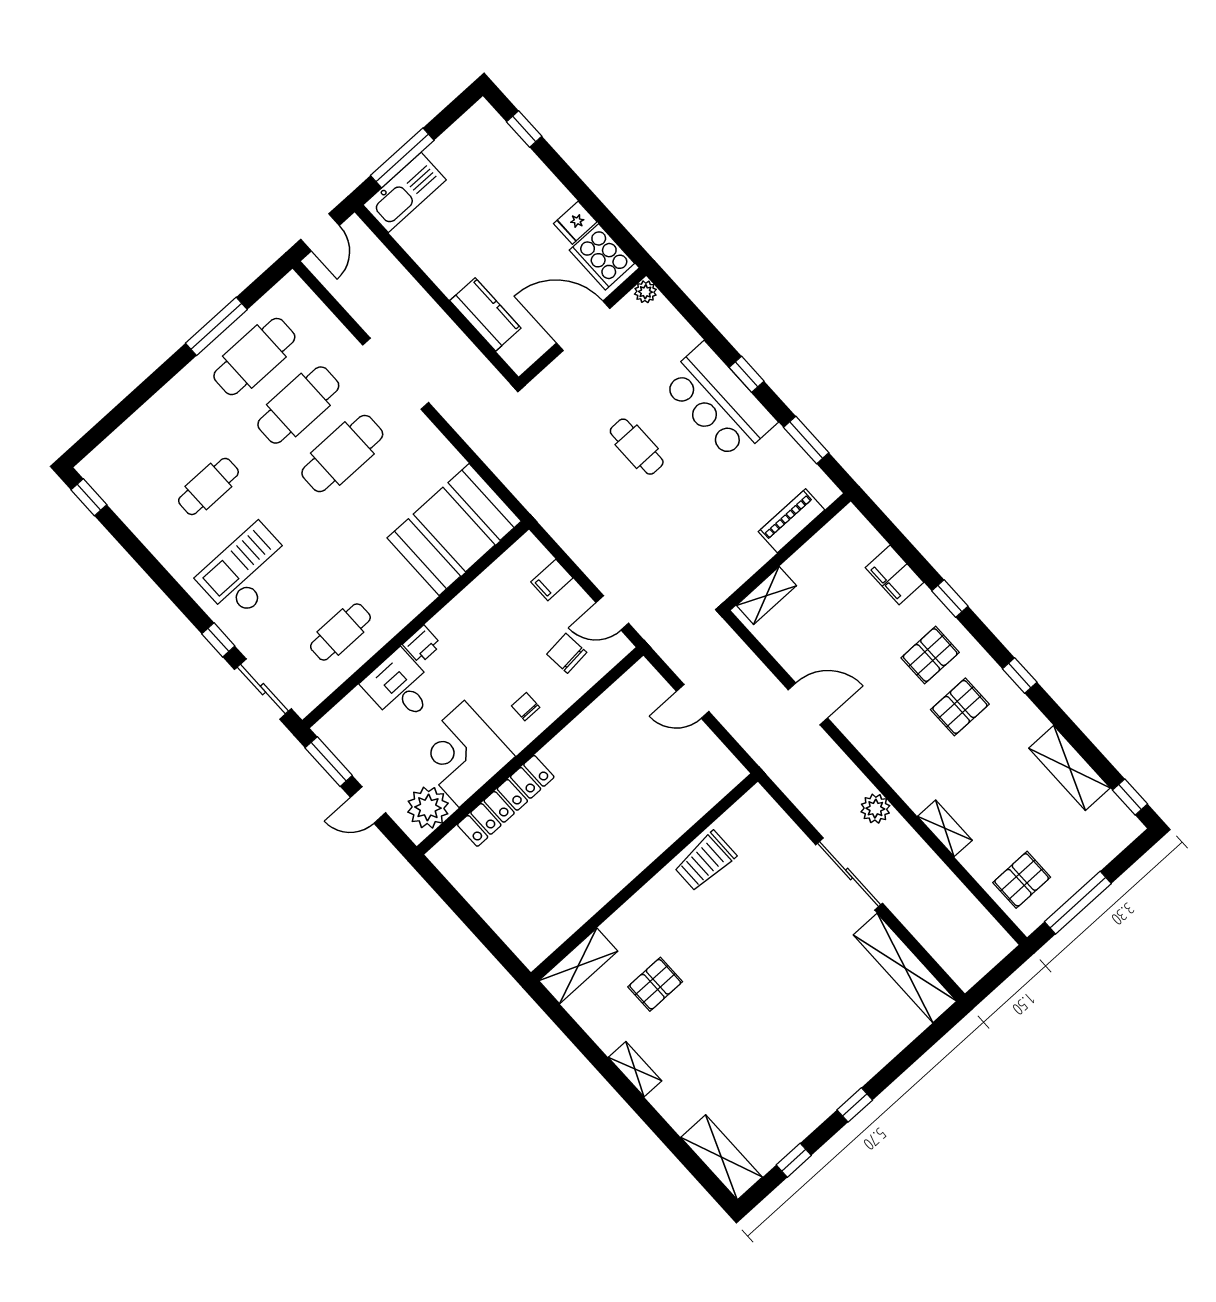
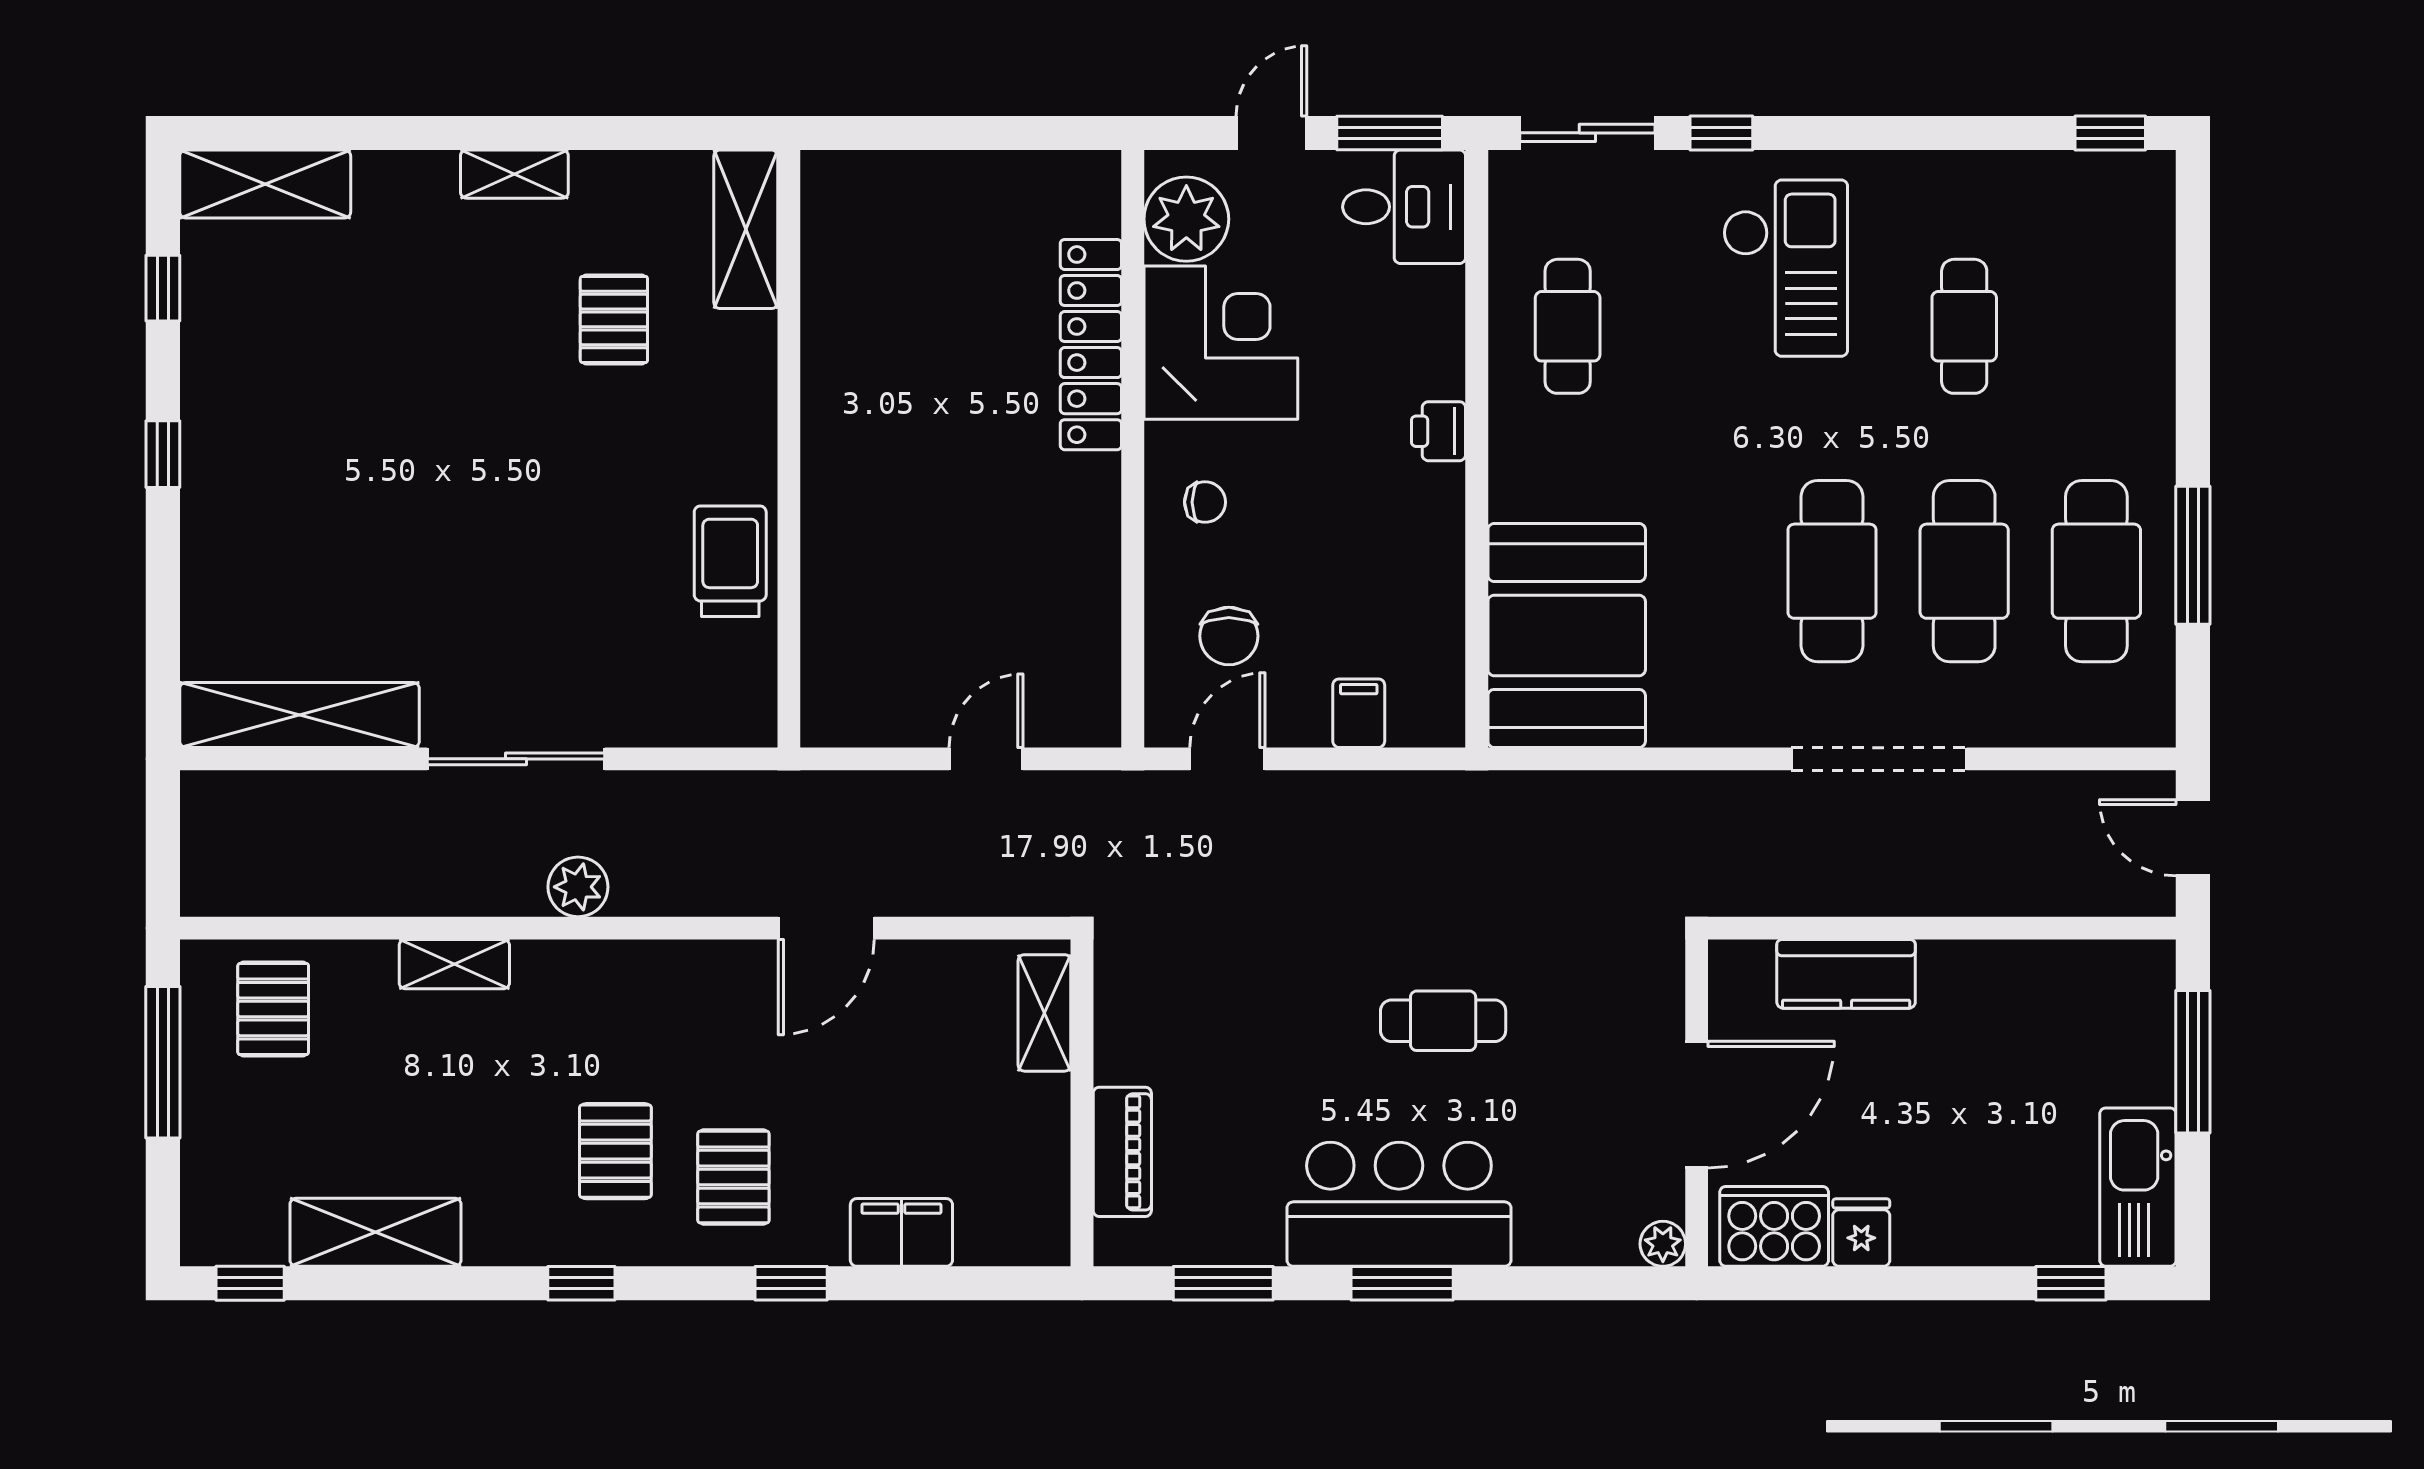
kitchen sink: (405, 192) -> (2138, 1187), moved
window: (747, 374) -> (1402, 1283), width x1.50
chair: (567, 653) -> (1229, 636), turned 95
desk: (400, 687) -> (1404, 207), moved

